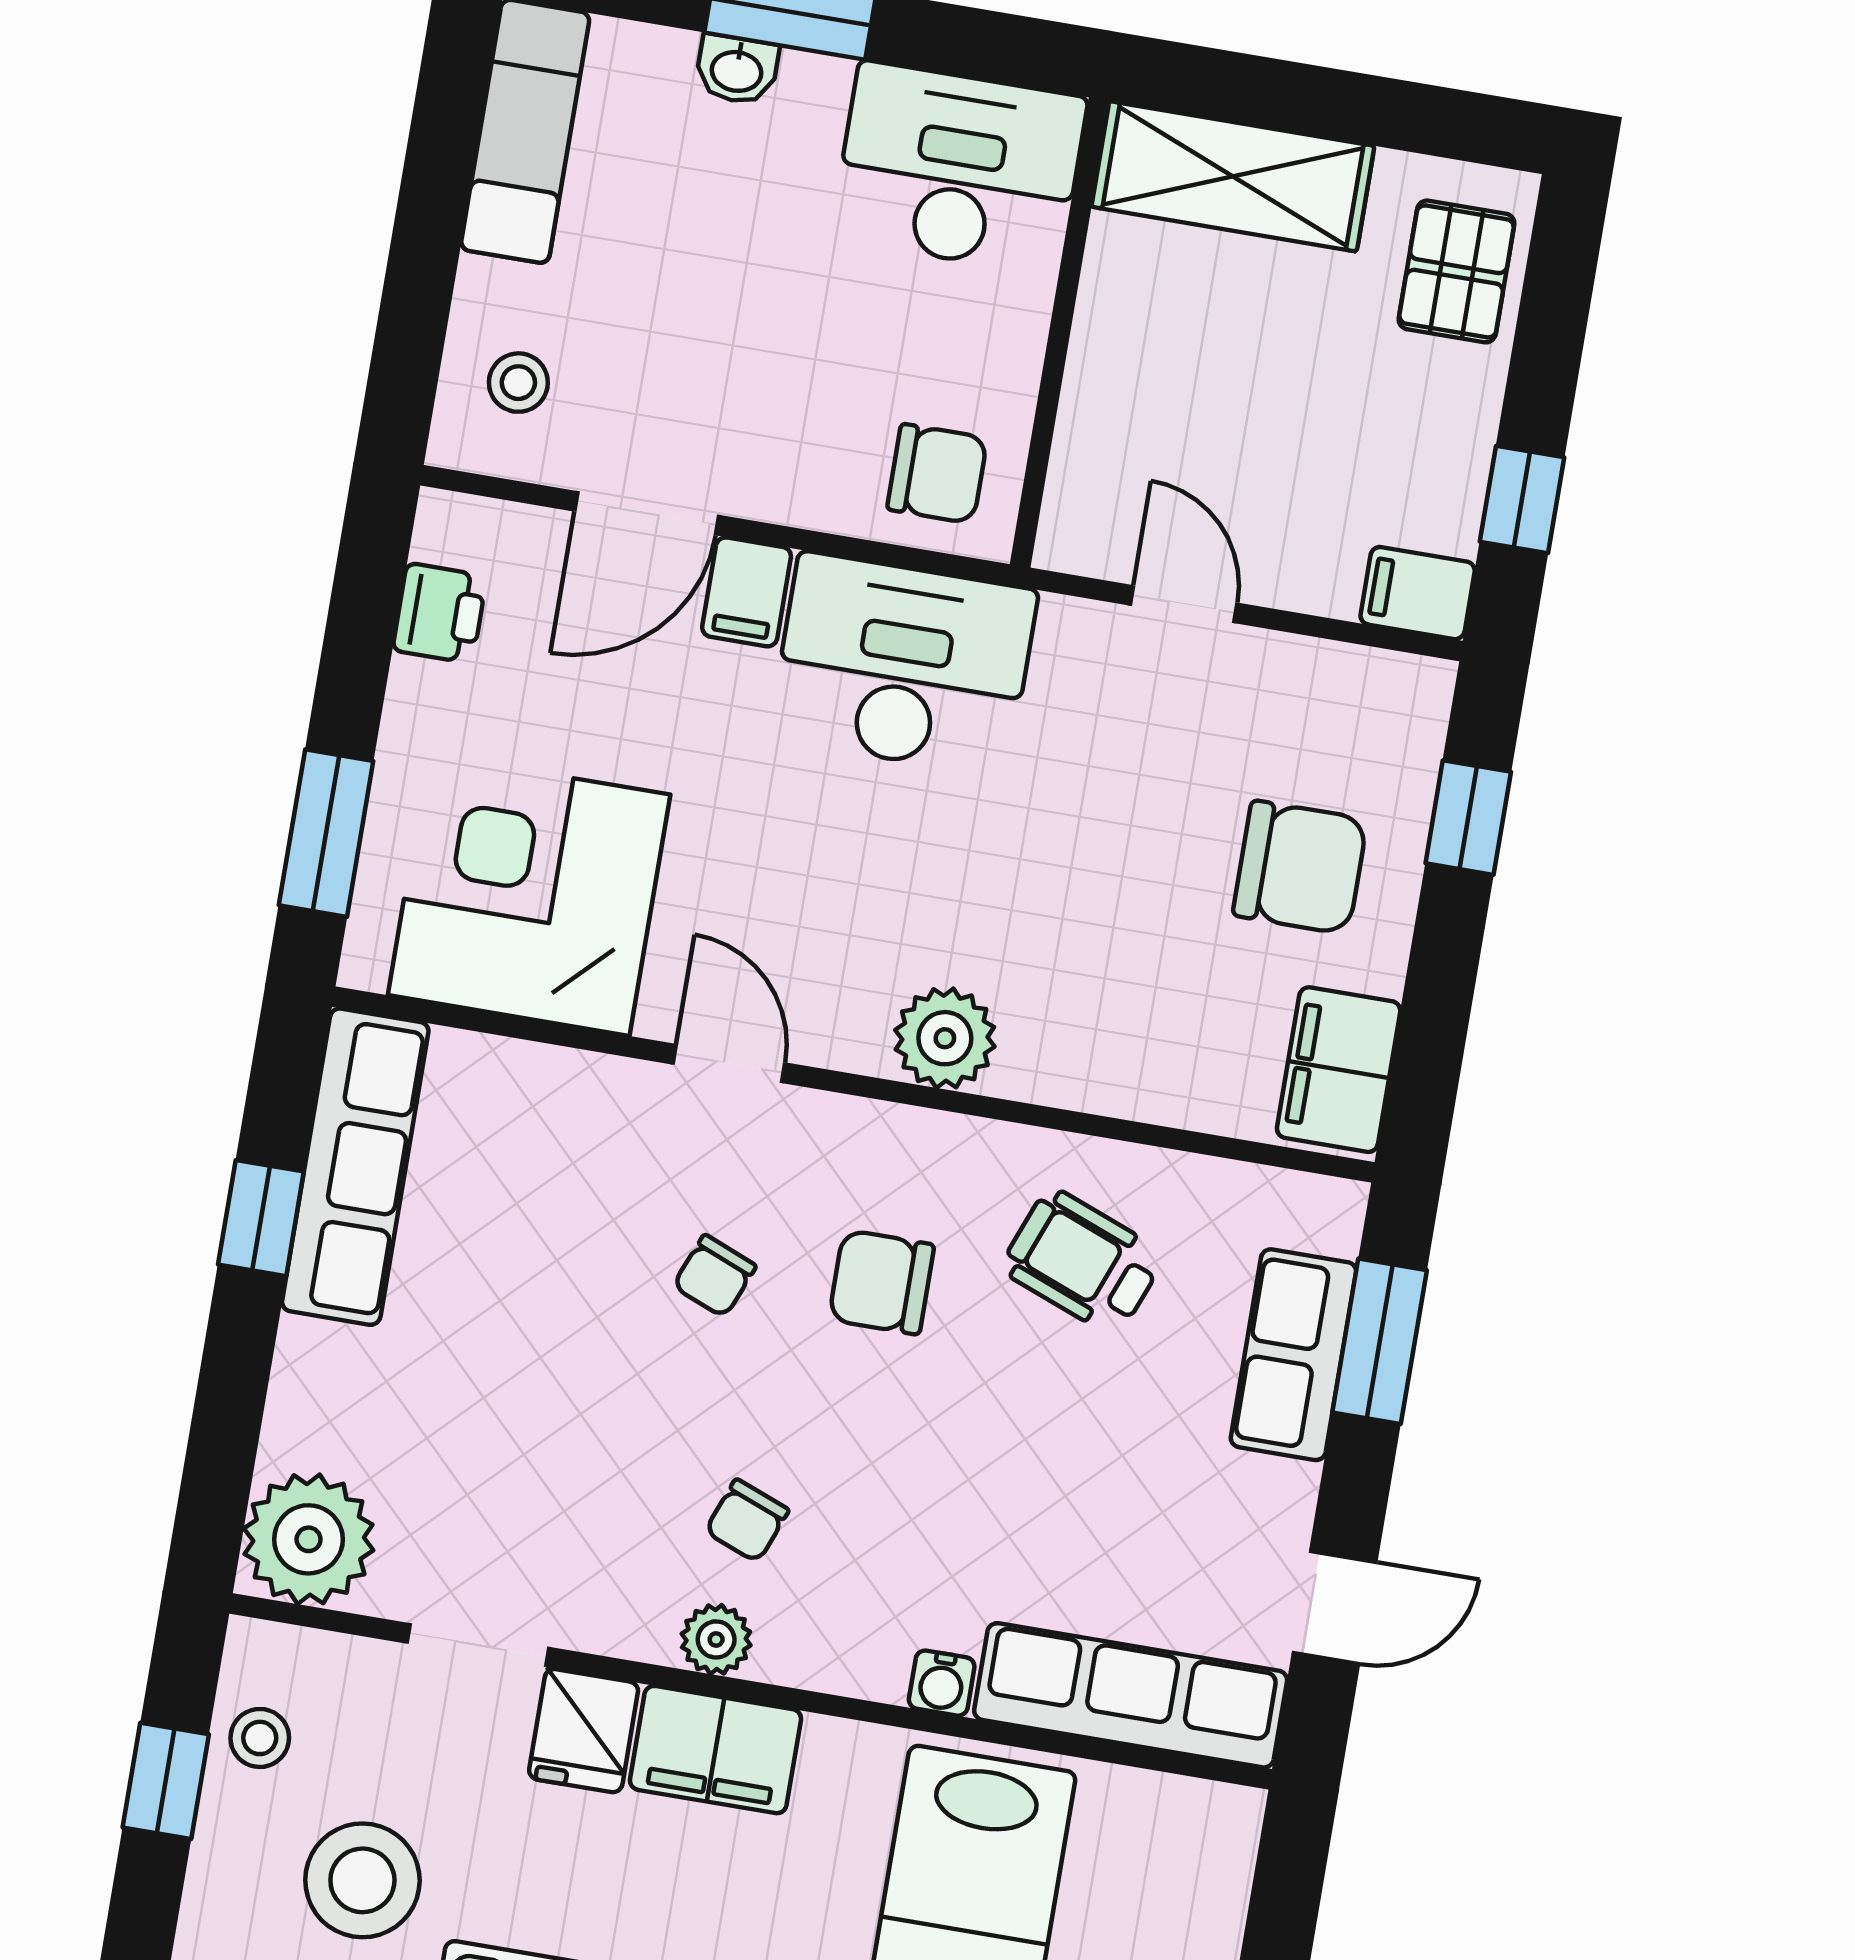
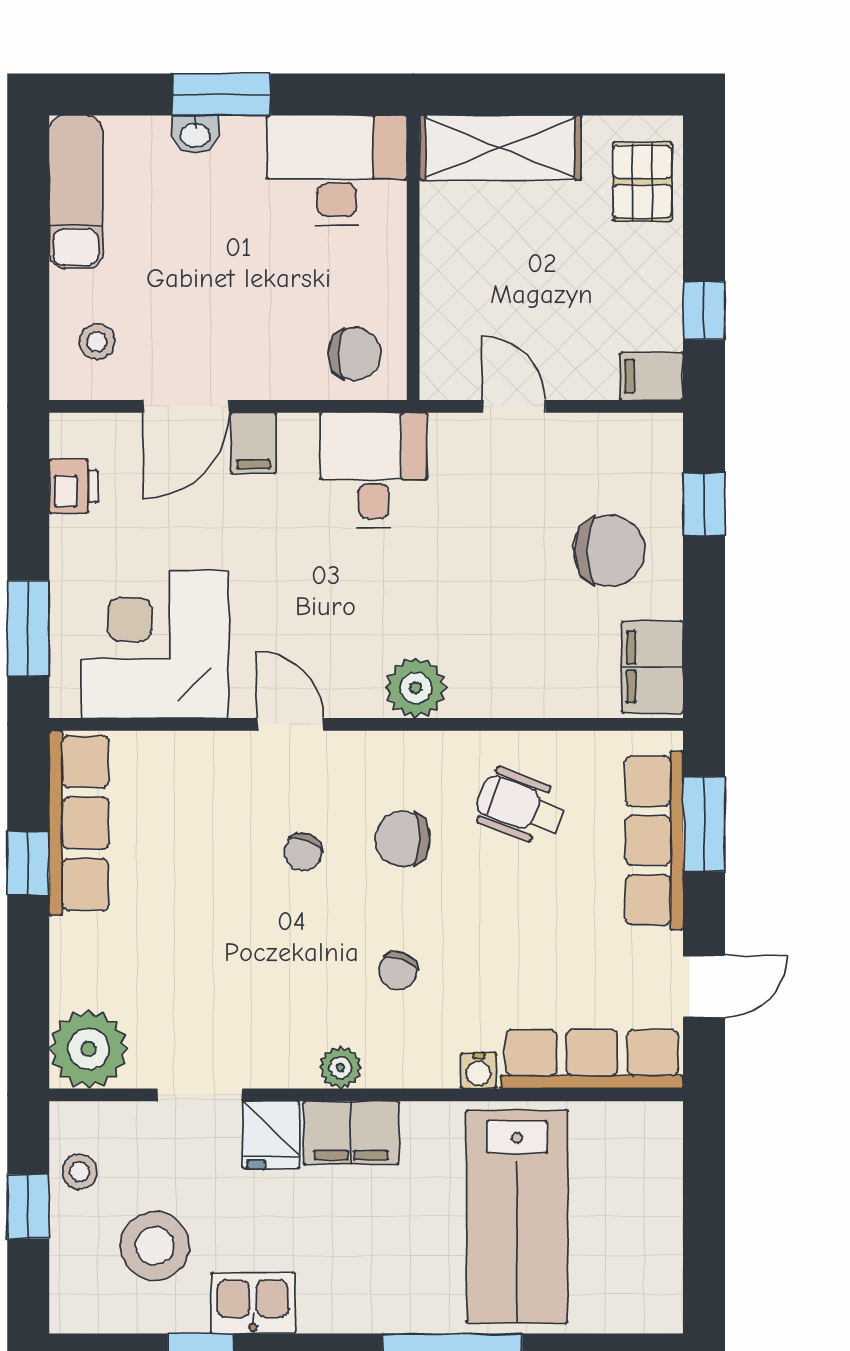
desk: (903, 664) -> (374, 470), width x0.73
row of seats: (1293, 1355) -> (654, 841), width x1.48
chair: (747, 1521) -> (398, 971), moved

